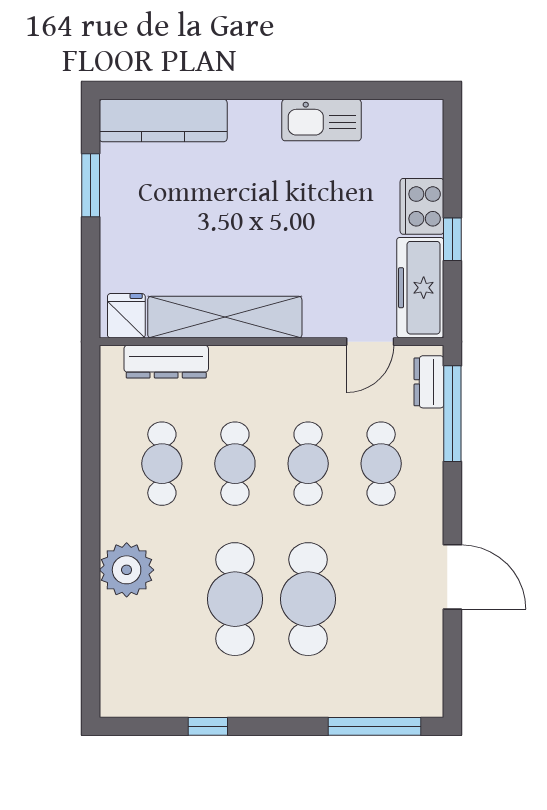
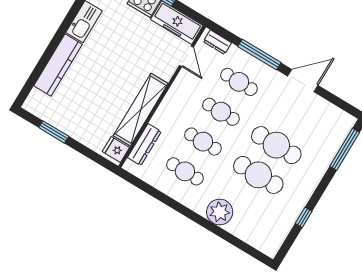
kitchen counter: (163, 121) -> (58, 65), moved
window: (452, 414) -> (259, 54), moved

